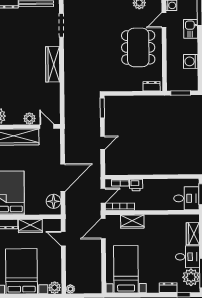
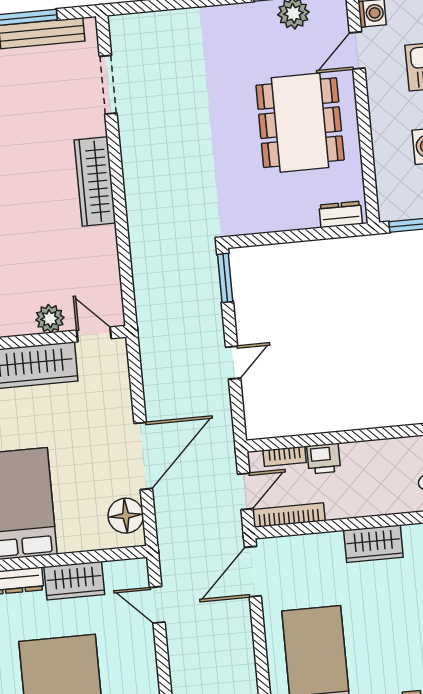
wardrobe: (132, 222) -> (373, 544), moved

